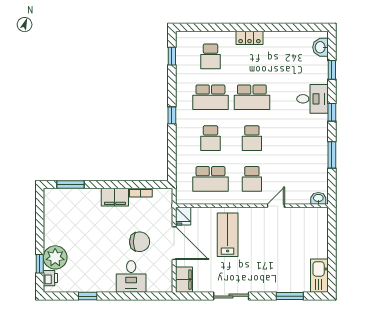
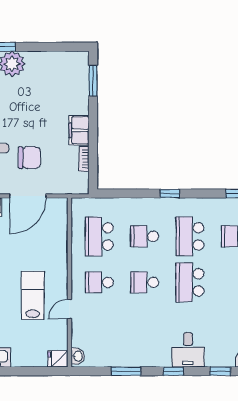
door: (276, 206) -> (69, 309), swing flipped
fridge: (183, 216) -> (58, 359), moved
lab bench: (228, 235) -> (33, 295), moved, turned -90
chair: (140, 242) -> (29, 158), turned -90

